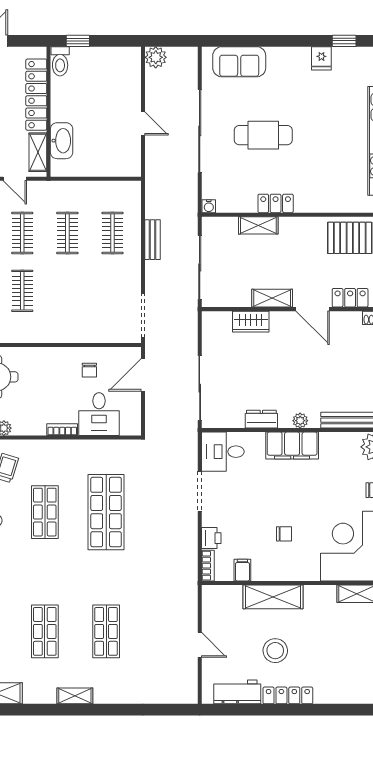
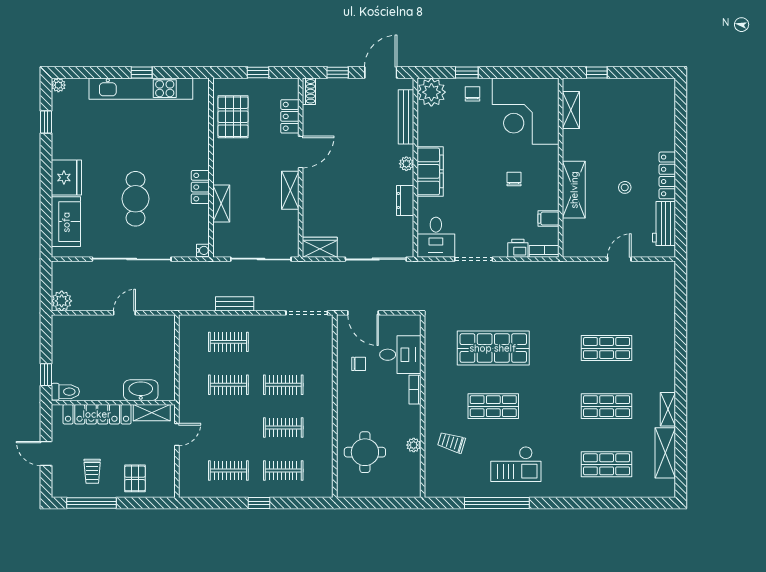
fridge: (321, 58) -> (66, 178), moved, width x1.88, depth x1.34
clothes rail: (22, 233) -> (283, 385), moved
wardrobe: (251, 322) -> (320, 247), moved, turned -90
stool: (275, 651) -> (625, 187), width x0.53, depth x0.53
shelving: (75, 696) -> (668, 409), moved

